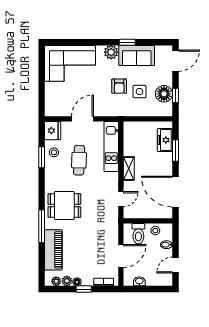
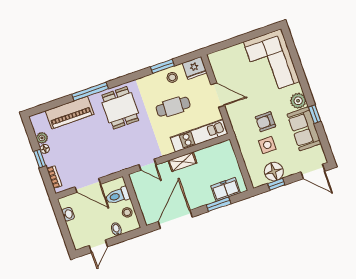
door: (175, 265) -> (98, 246), swing flipped
plant: (56, 281) -> (38, 127), removed

